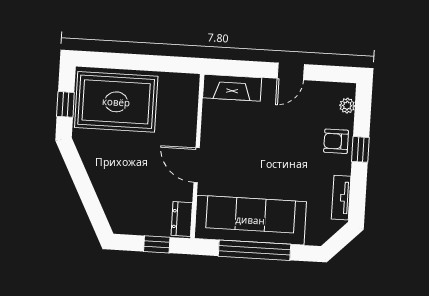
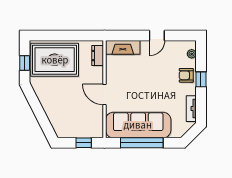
dresser: (182, 219) -> (98, 56), moved

